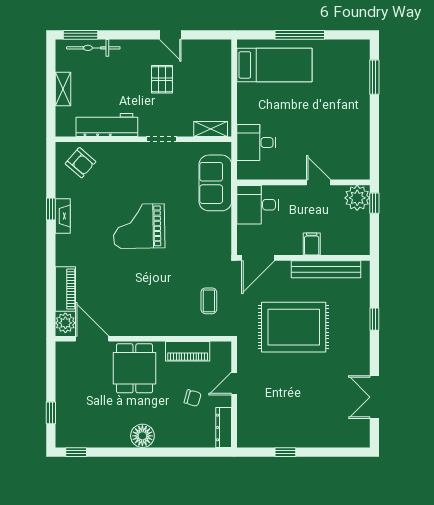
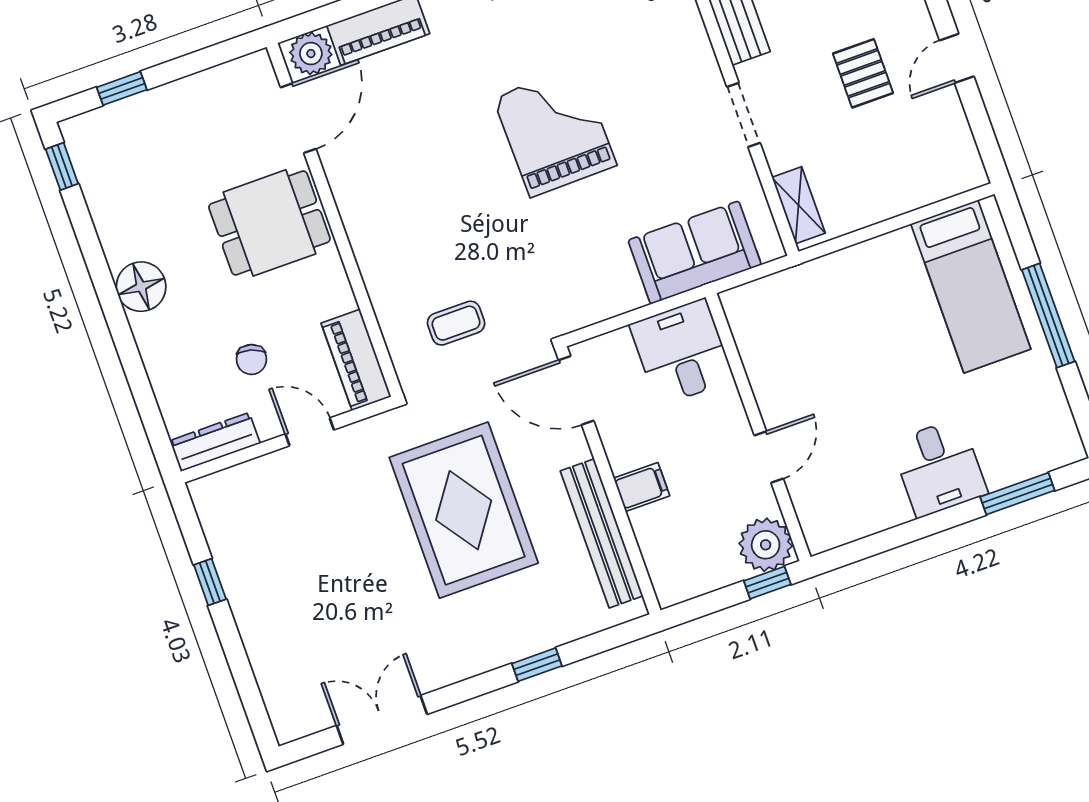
pallet: (162, 79) -> (863, 73), turned 90
desk: (256, 143) -> (939, 468), moved, turned 180
piano: (188, 351) -> (356, 360), moved

